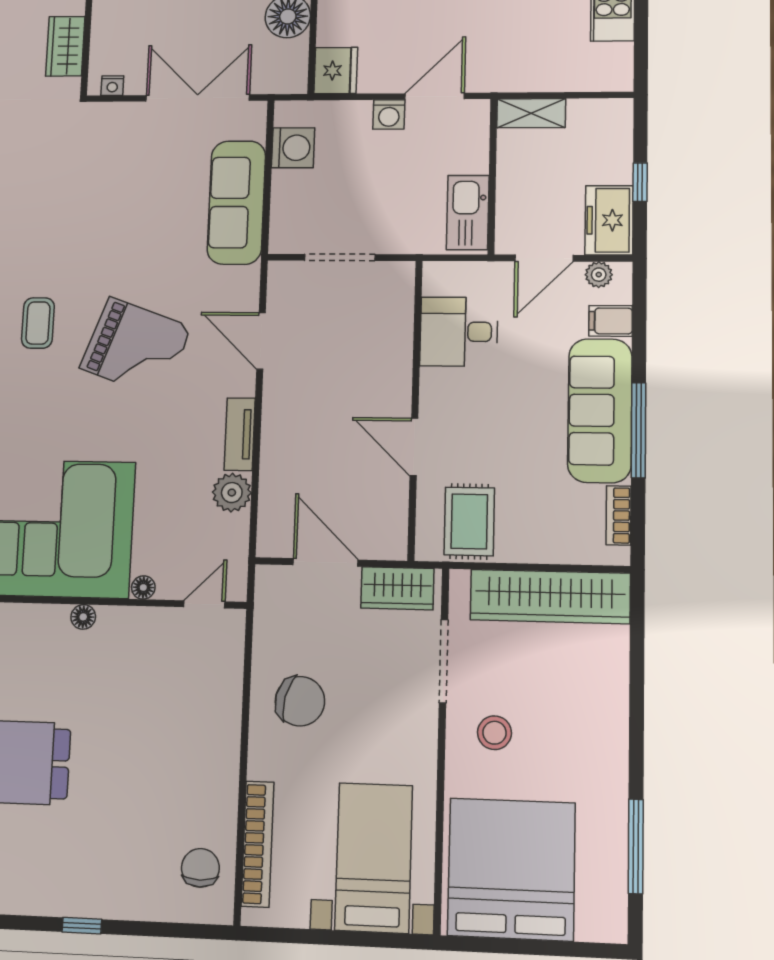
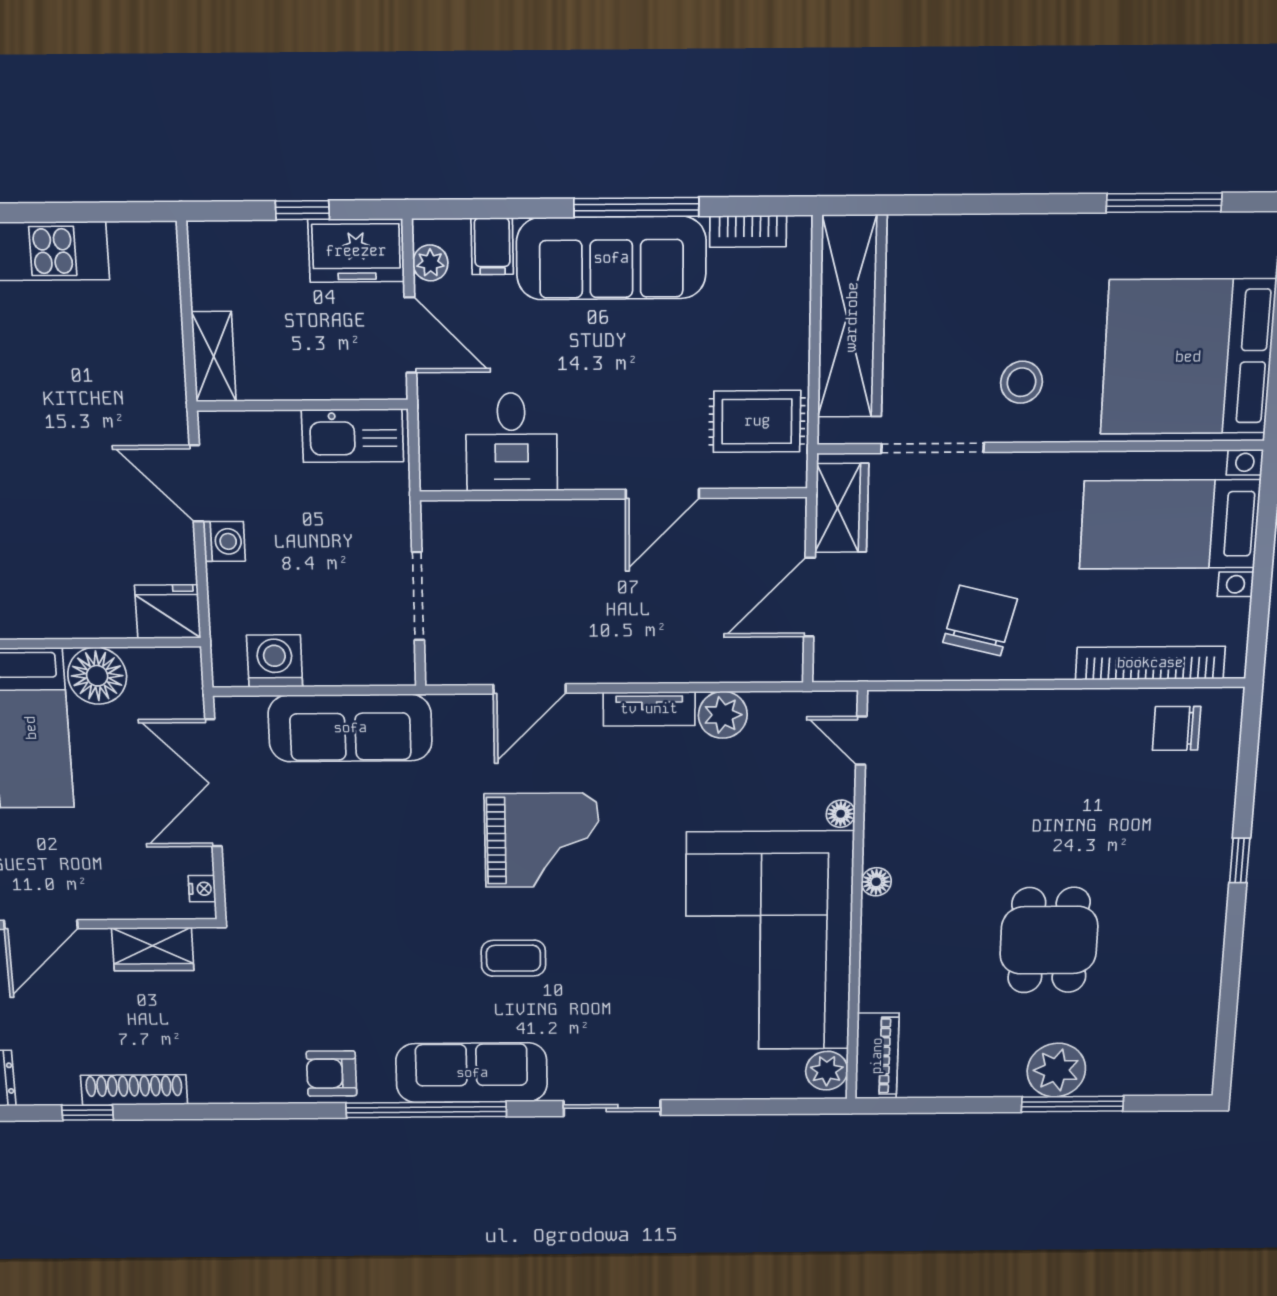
grand piano: (136, 348) -> (542, 840), turned 70

